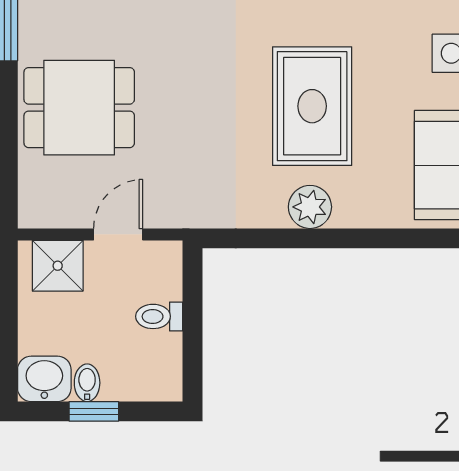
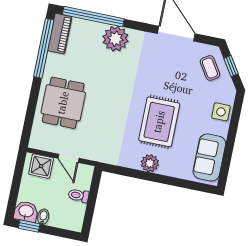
dining table: (79, 108) -> (63, 103), turned 90
door: (118, 234) -> (69, 158), swing flipped
window: (94, 411) -> (29, 226), moved

